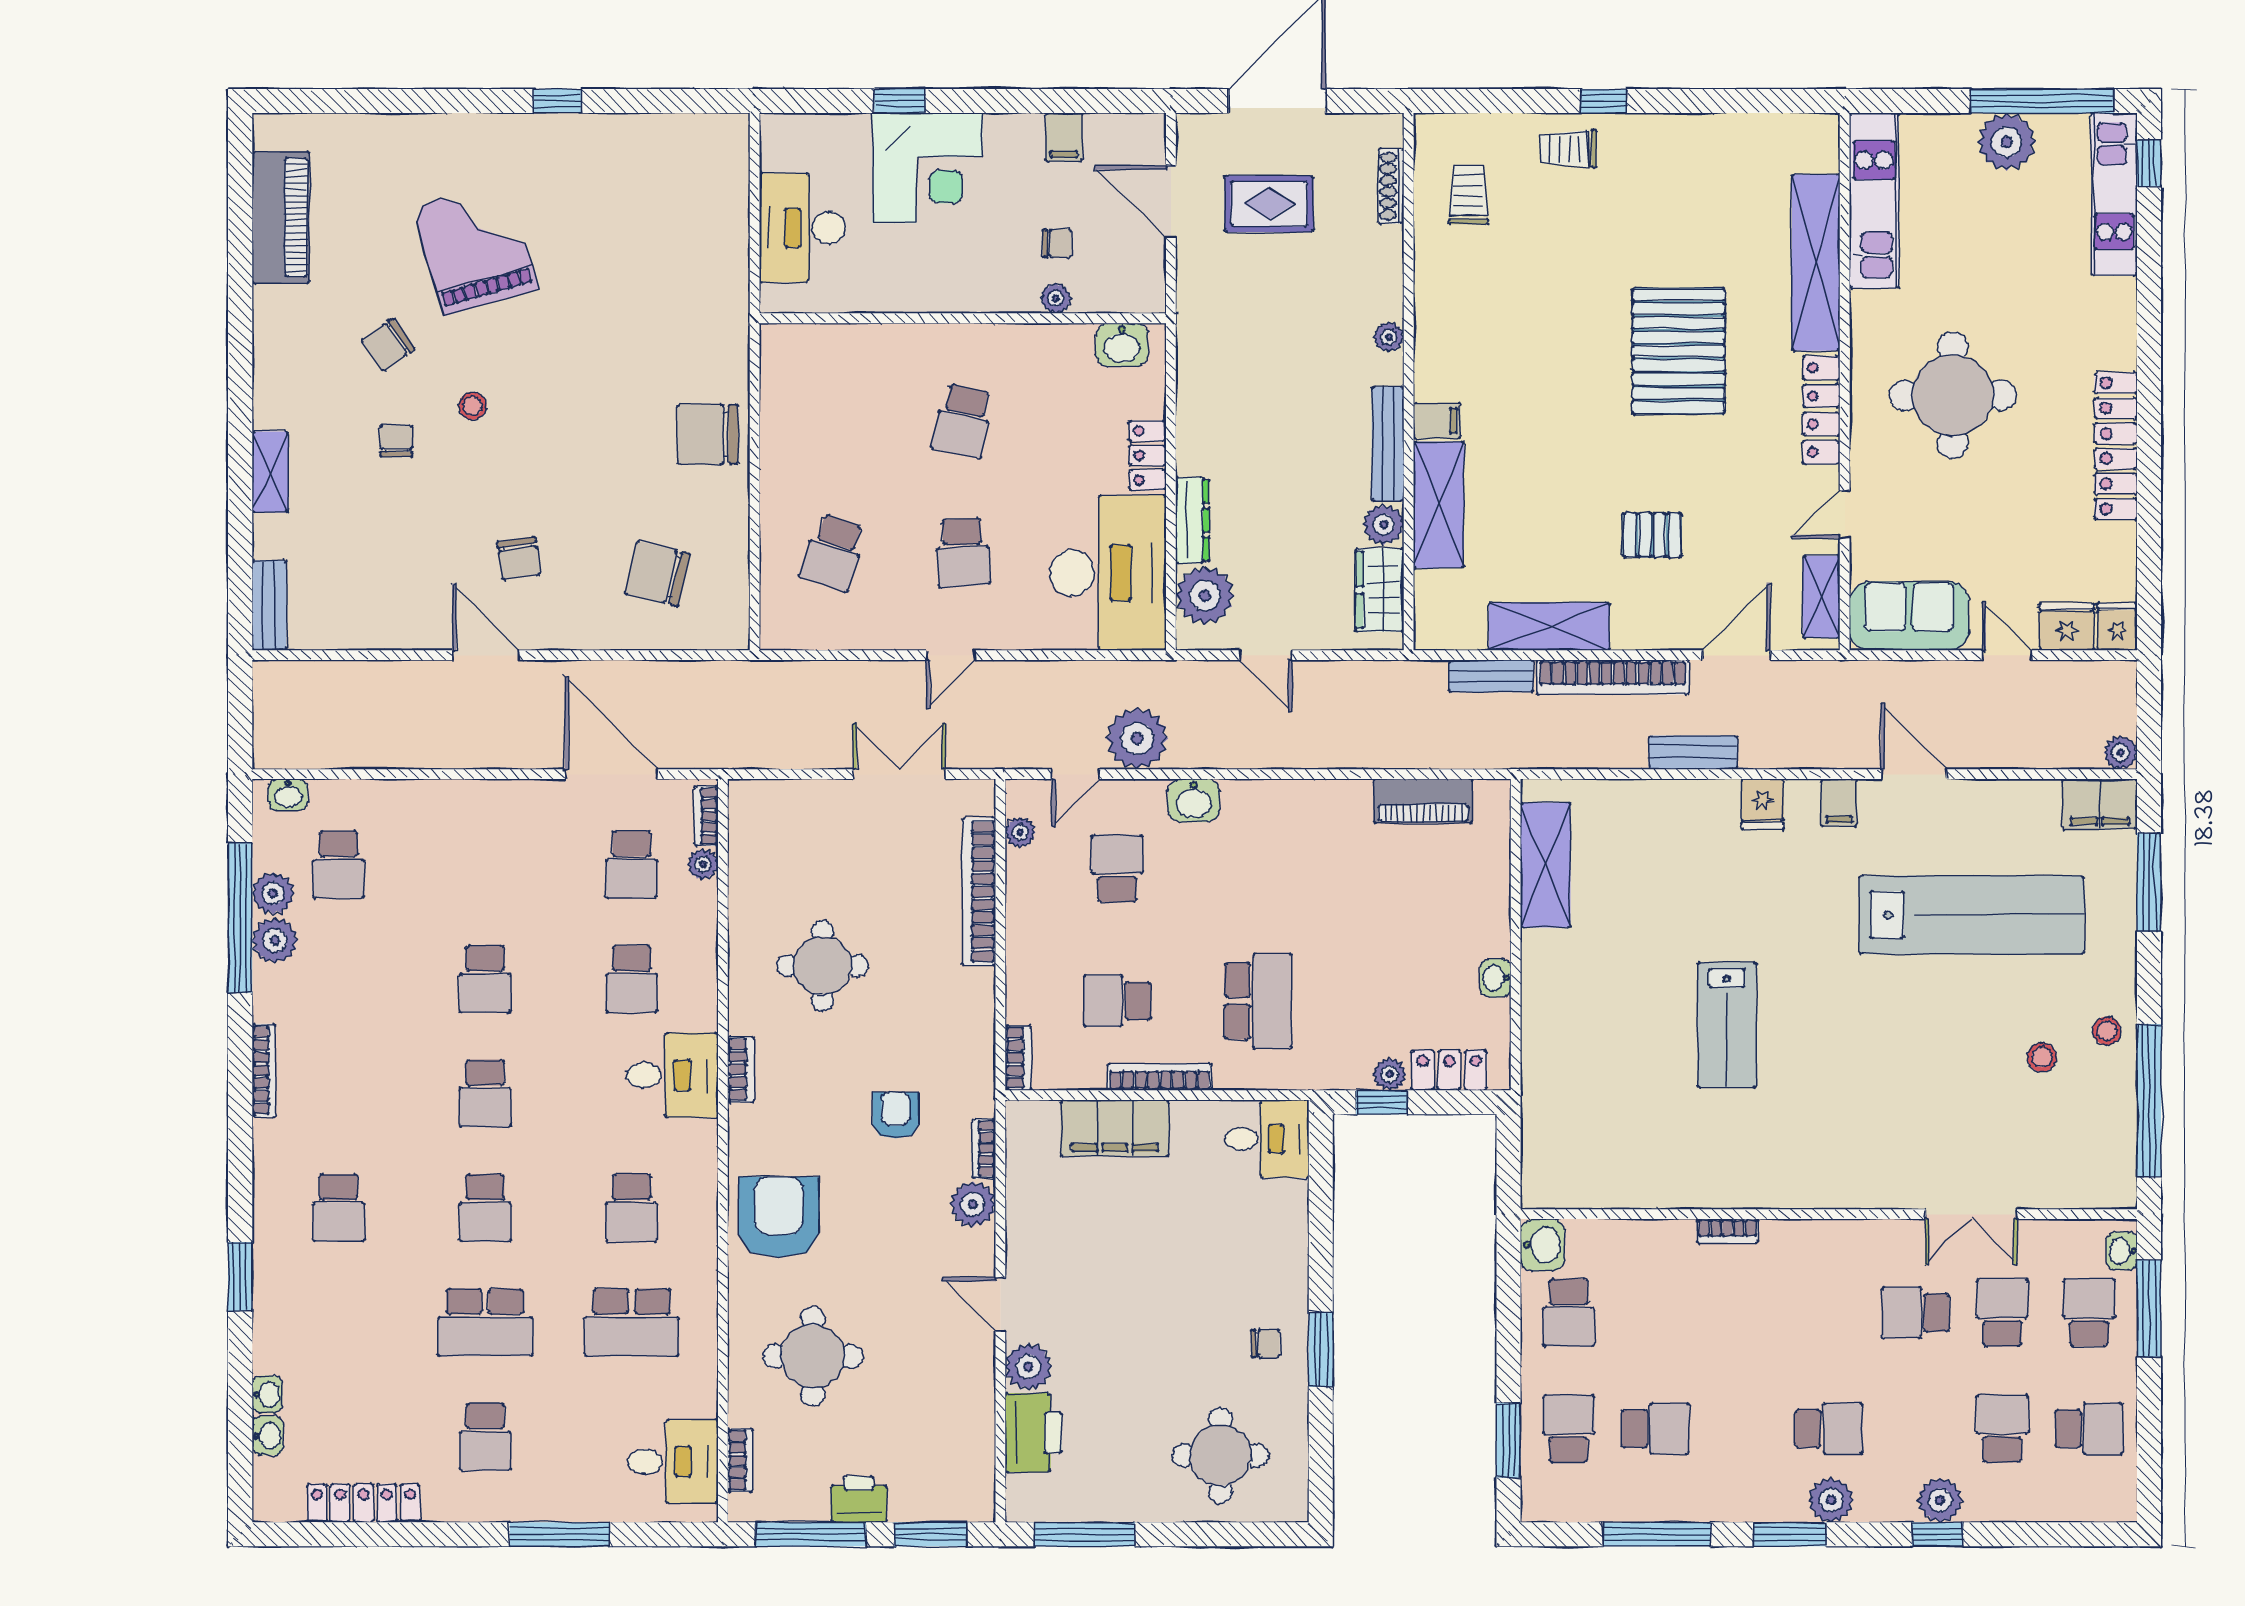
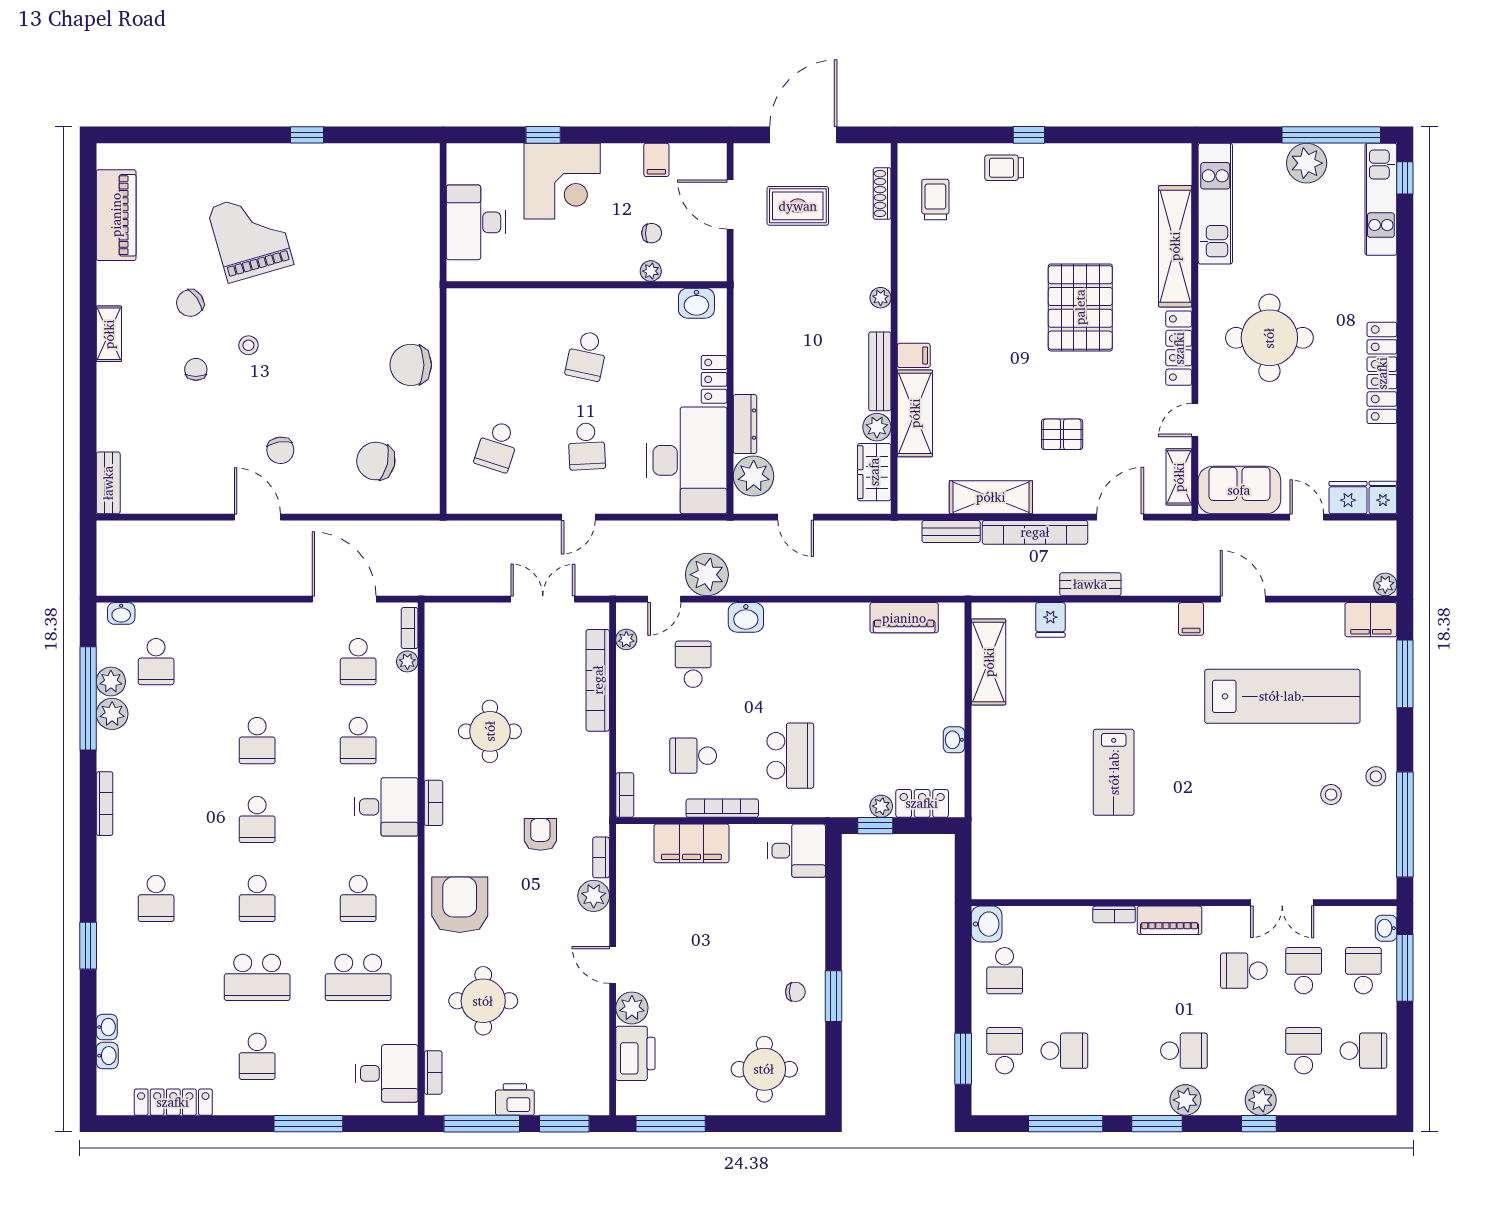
shelving: (270, 472) -> (109, 334), moved
fridge: (1763, 804) -> (1050, 620), moved
piano: (1808, 1240) -> (1170, 920), added

